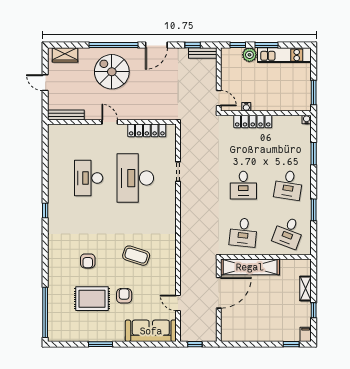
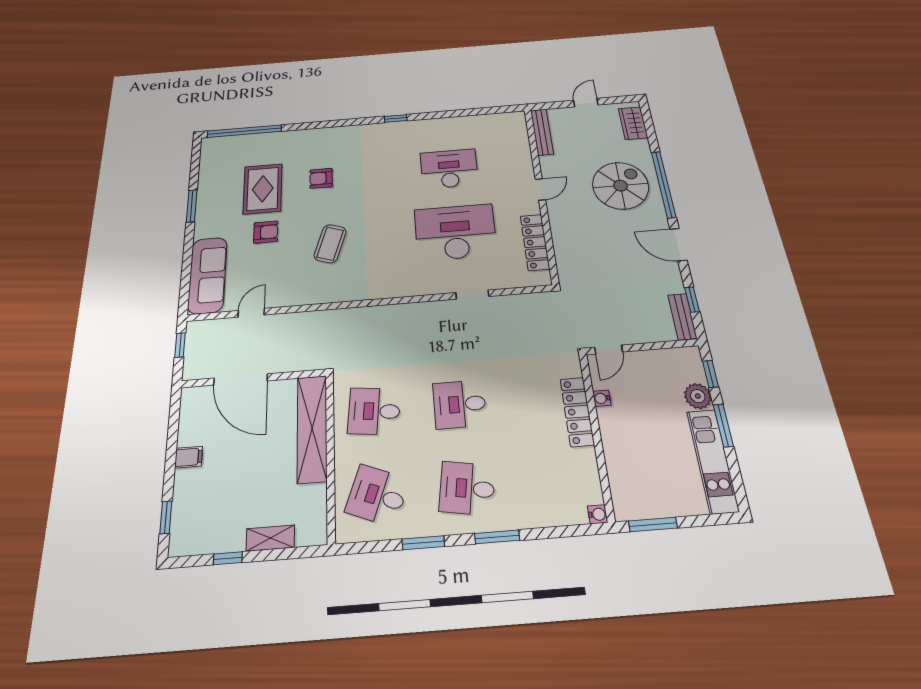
window: (314, 154) -> (497, 537), moved
door: (219, 293) -> (241, 379), moved
filing cabinet: (306, 334) -> (189, 457), moved

